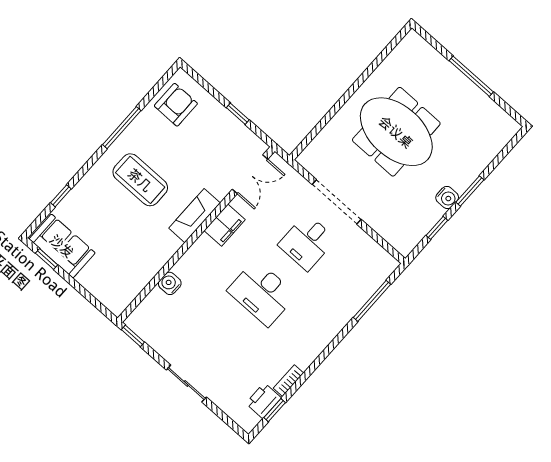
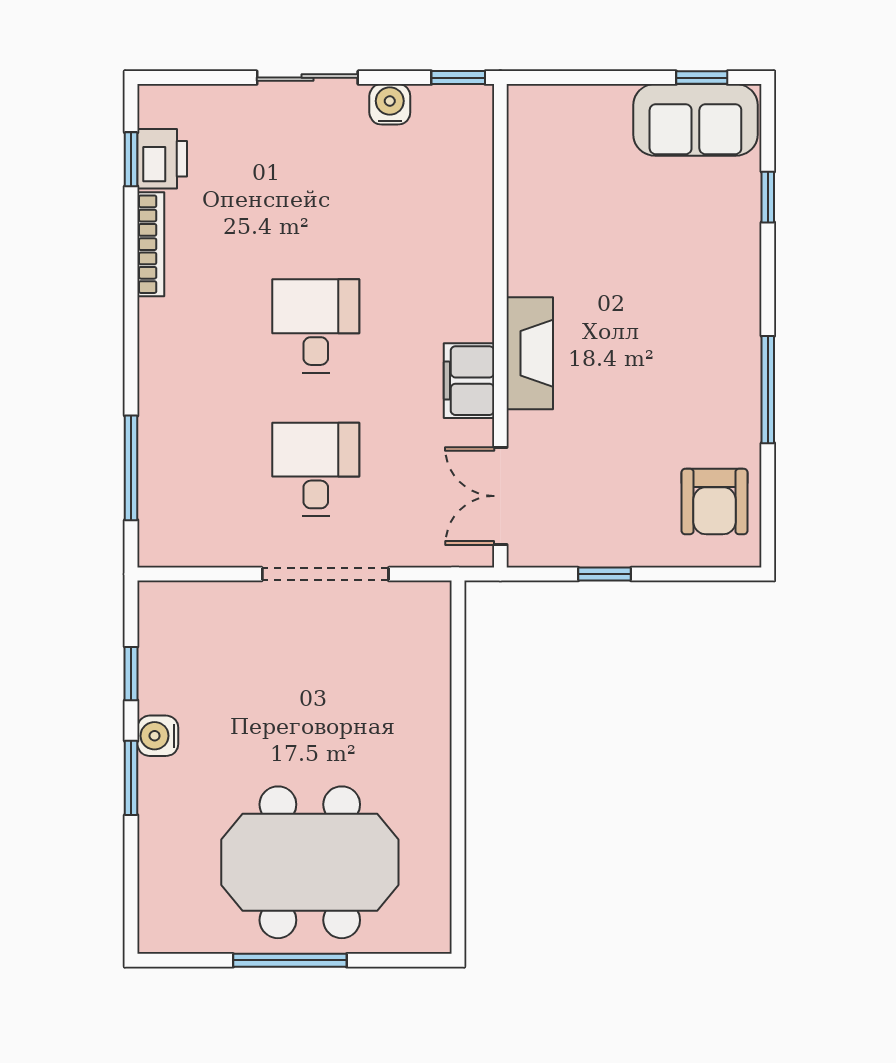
meeting table: (396, 132) -> (310, 862), moved
coffee table: (140, 180) -> (665, 333), removed
water cooler: (170, 283) -> (390, 104), moved, turned -90
desk: (262, 293) -> (316, 326), width x0.73
bookcase: (288, 381) -> (151, 244), width x1.56

